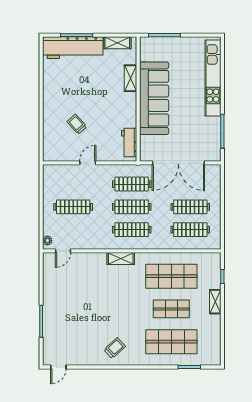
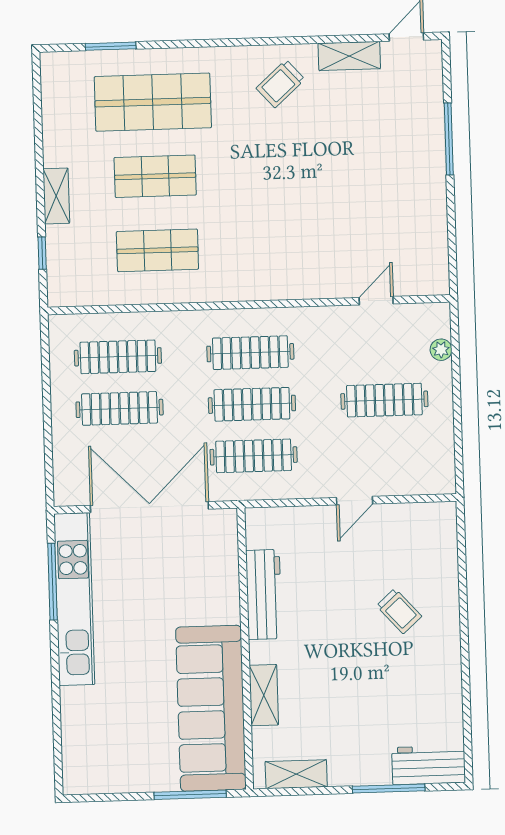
workbench: (73, 48) -> (429, 765), width x0.53, depth x0.76
kitchen unit: (213, 78) -> (74, 599), moved
sofa: (154, 98) -> (211, 708), moved
trolley: (77, 124) -> (399, 611), moved
workbench: (129, 142) -> (264, 594), moved, width x1.38
plant: (47, 241) -> (441, 350), moved
door: (63, 251) -> (376, 301), moved
shelving: (121, 258) -> (349, 56), moved
shop shelf: (171, 276) -> (157, 250), width x0.70, depth x0.74

